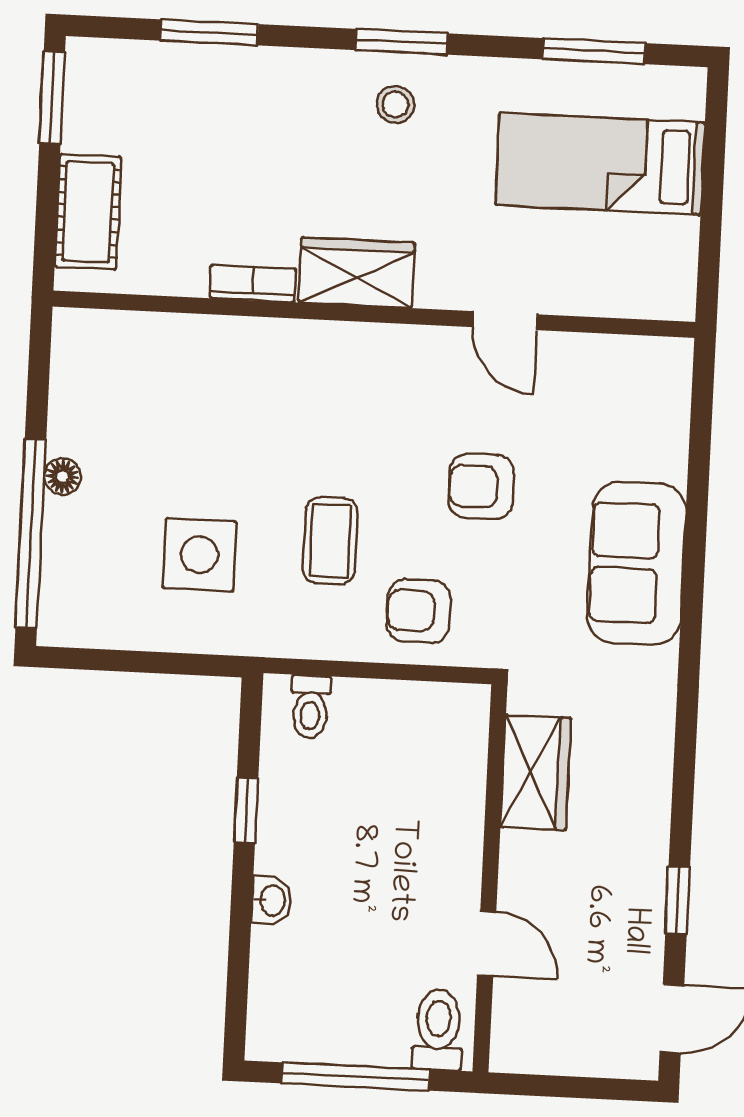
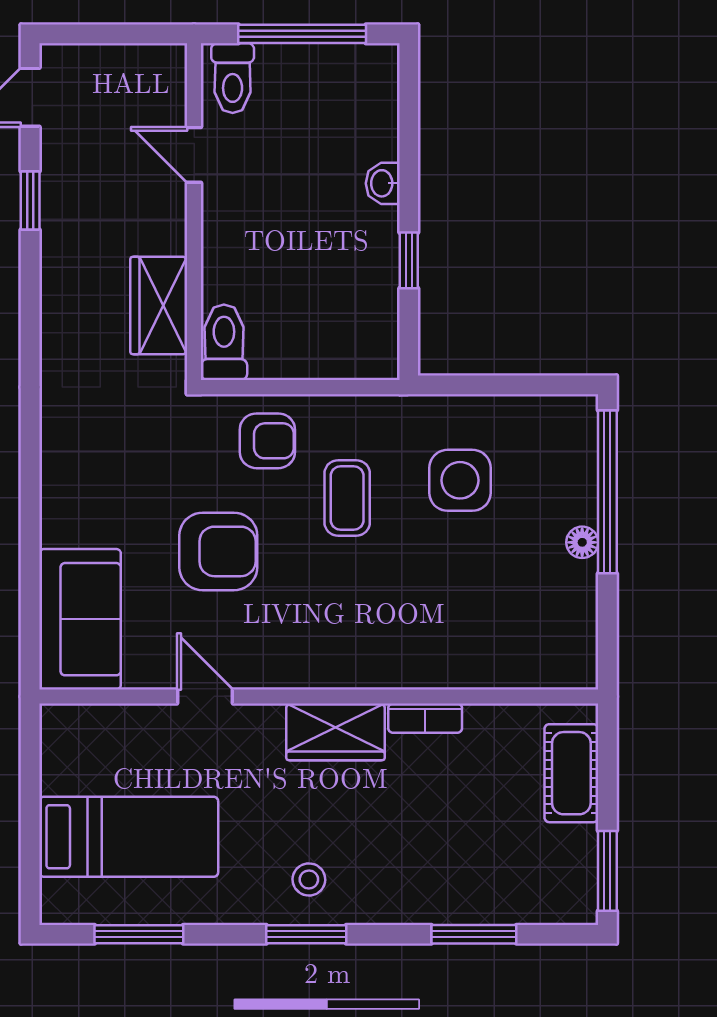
armchair: (481, 487) -> (218, 551), width x1.38, depth x1.38
sofa: (637, 563) -> (80, 619), moved
toilet: (310, 707) -> (224, 342), moved, width x1.37, depth x1.39

